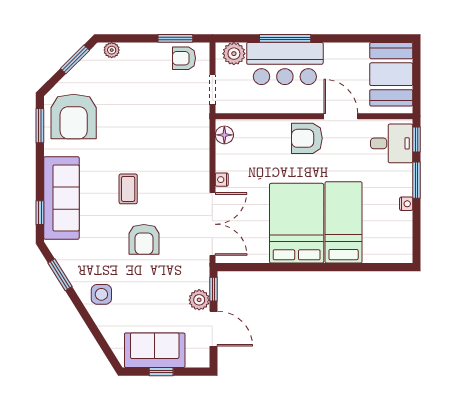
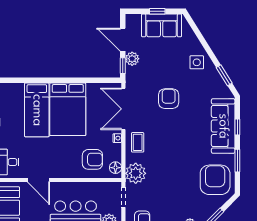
window: (40, 126) -> (237, 161), moved
plant: (194, 126) -> (136, 173), added
armchair: (307, 138) -> (92, 159), moved
coffee table: (128, 189) -> (138, 142), moved
window: (40, 213) -> (237, 127), moved

